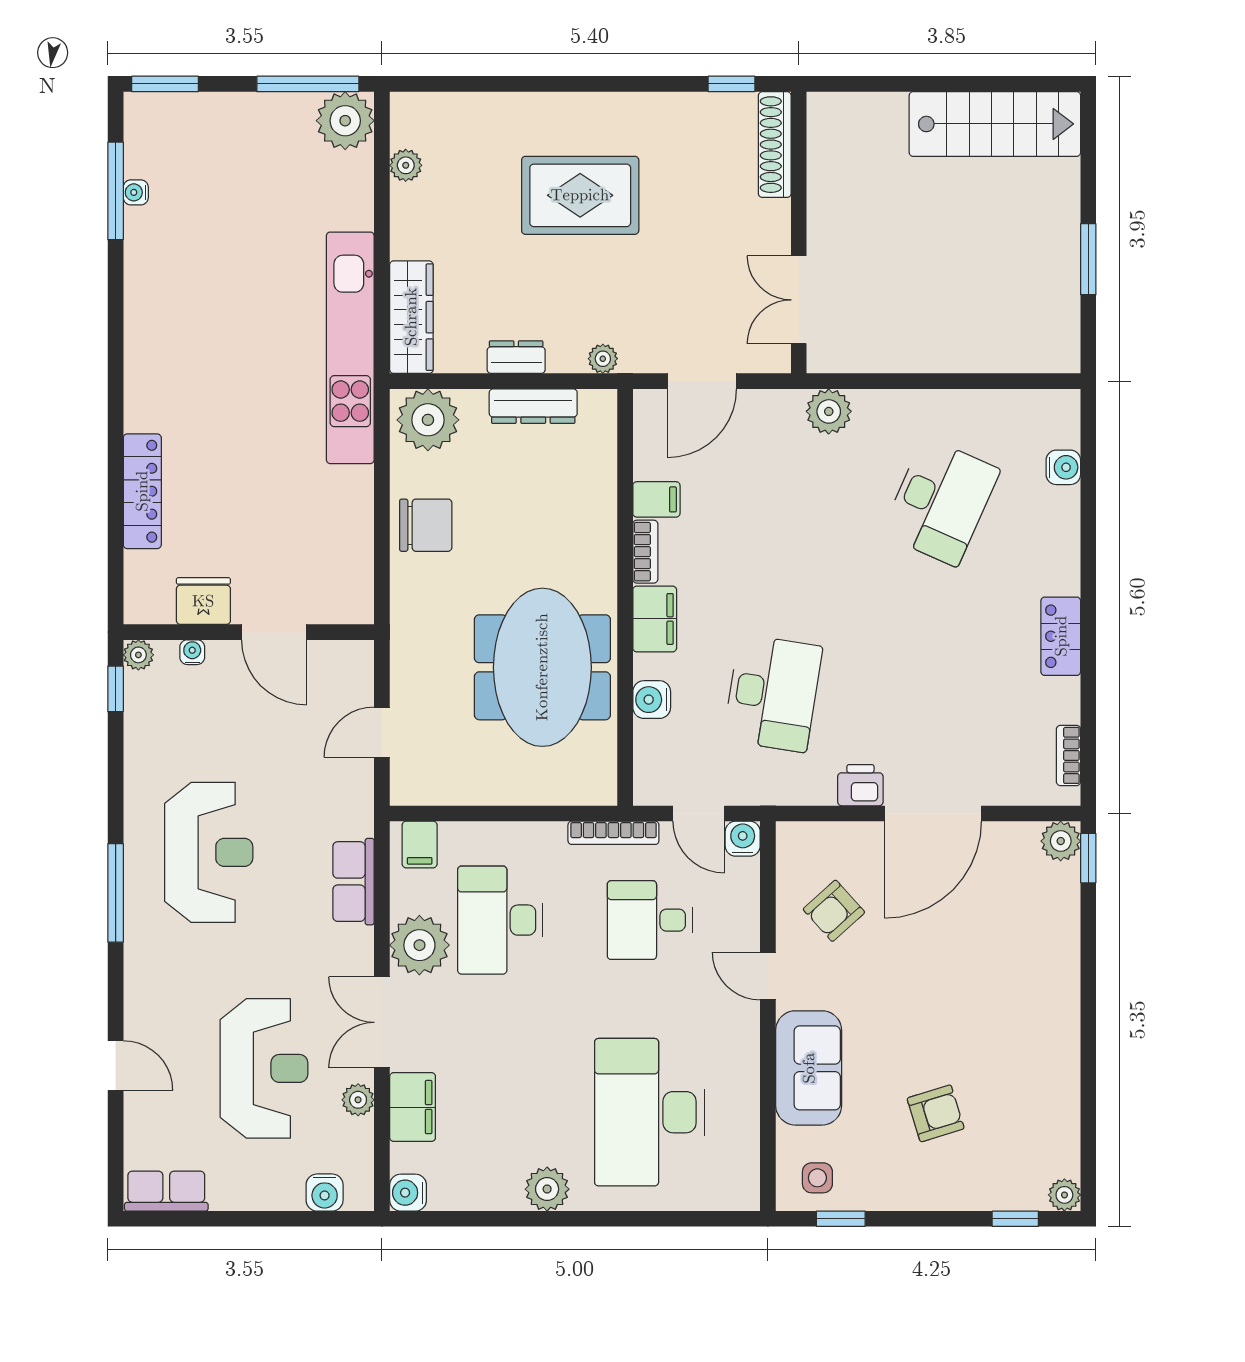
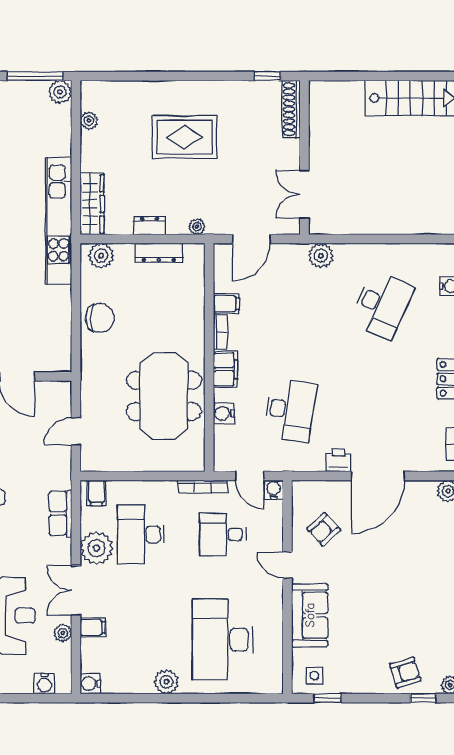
plant: (345, 121) -> (60, 92), width x0.73, depth x0.73
plant: (428, 420) -> (101, 256), width x0.73, depth x0.73
filing cabinet: (413, 1107) -> (93, 627), width x0.50
armchair: (936, 1113) -> (405, 672), moved

